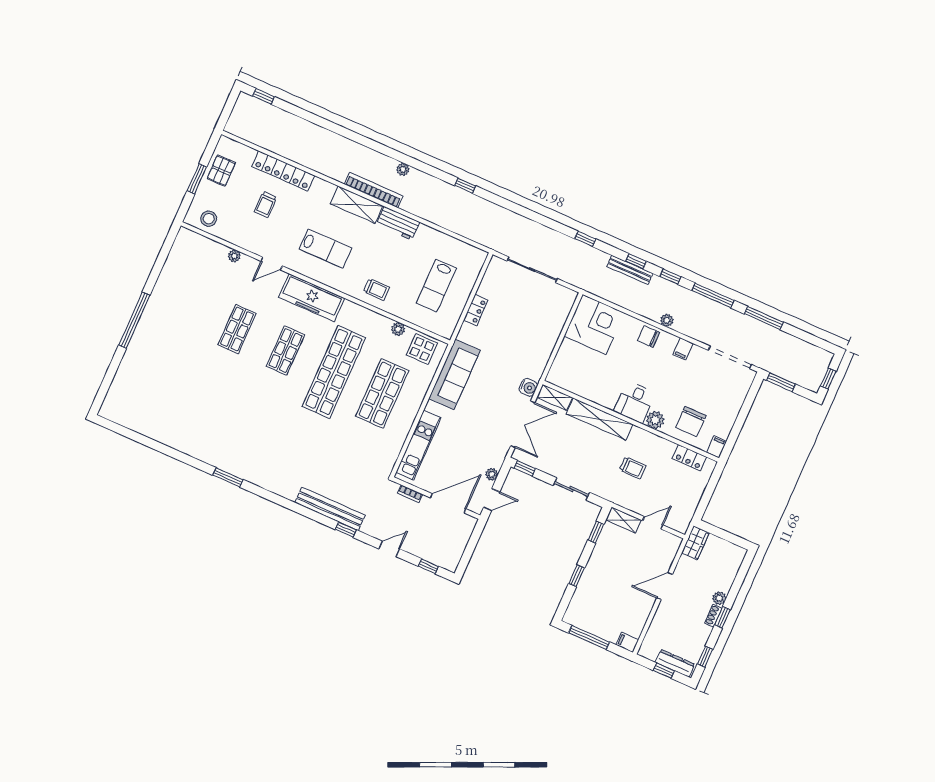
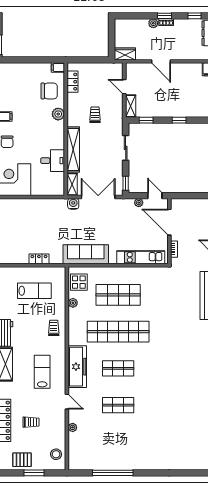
window: (134, 320) -> (113, 473), moved
desk: (635, 402) -> (53, 161), moved

